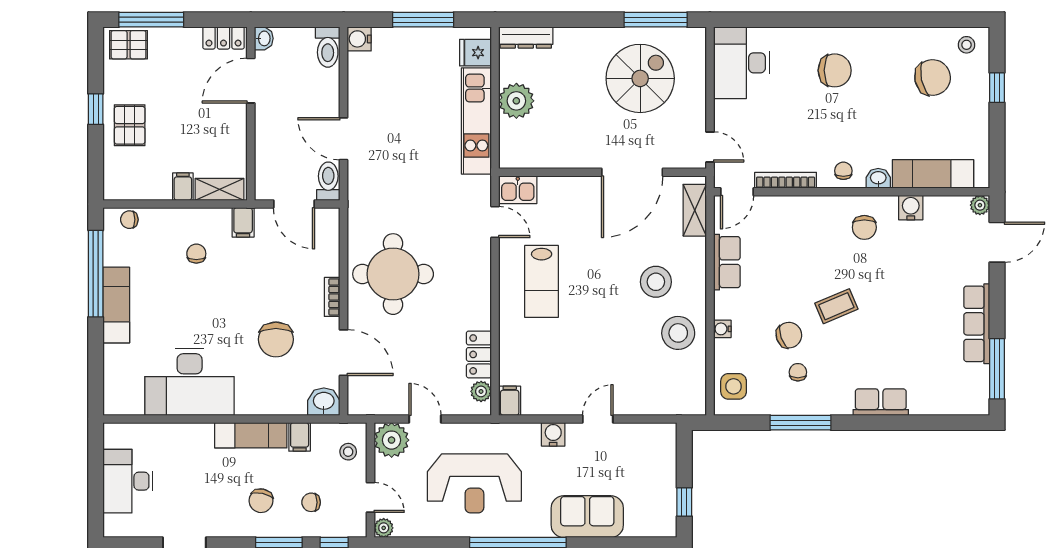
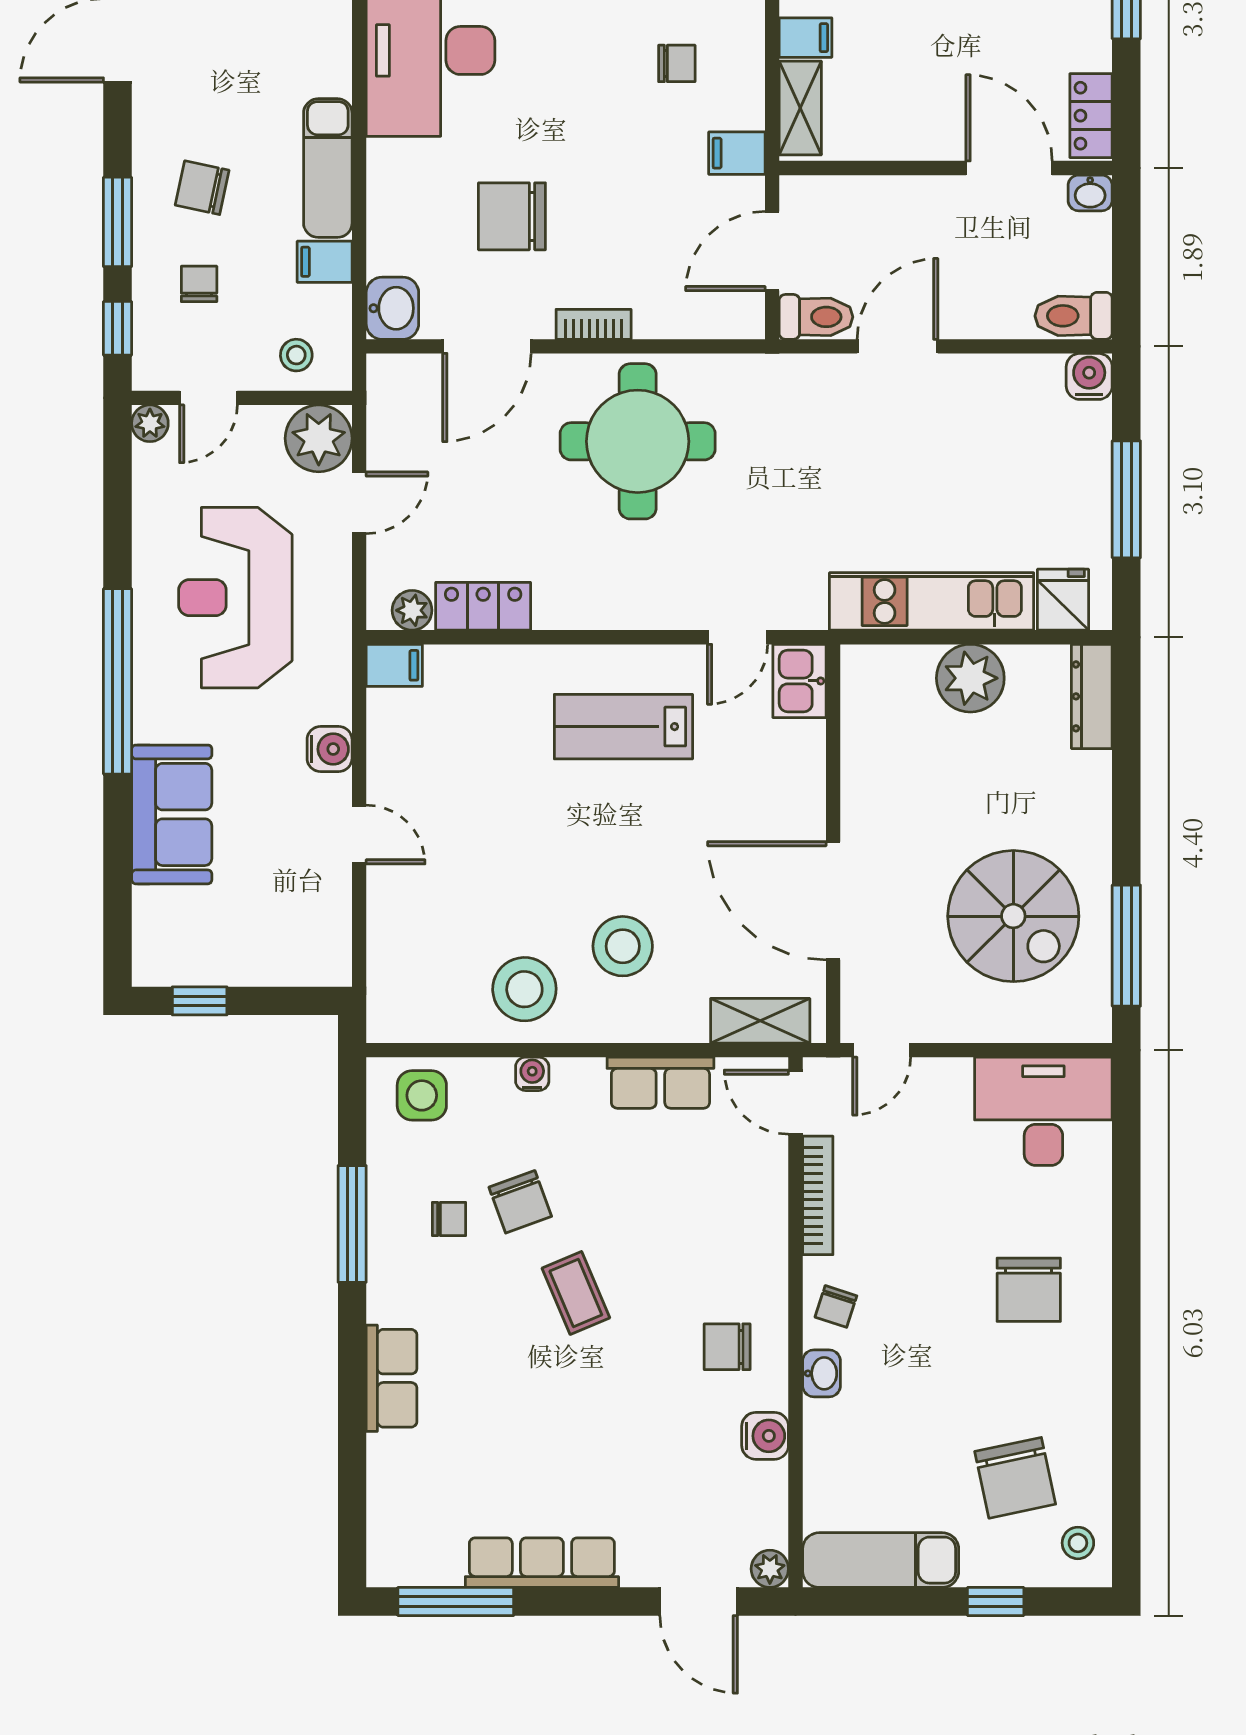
chair: (843, 171) -> (836, 1306), turned 108
exam couch: (933, 174) -> (881, 1560), moved, turned -90

